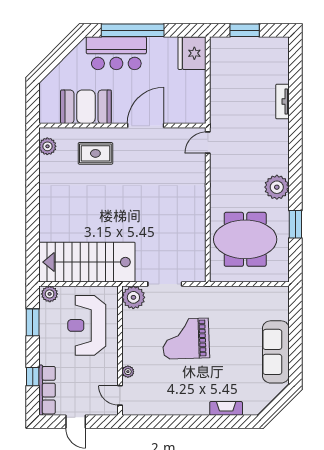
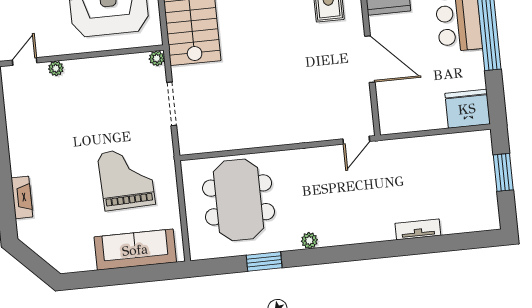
door: (208, 143) -> (356, 140), swing flipped
plant: (277, 187) -> (309, 241), width x0.53, depth x0.53
plant: (133, 297) -> (157, 58), width x0.53, depth x0.53
grand piano: (186, 339) -> (126, 179), moved
sofa: (276, 352) -> (135, 250), moved

